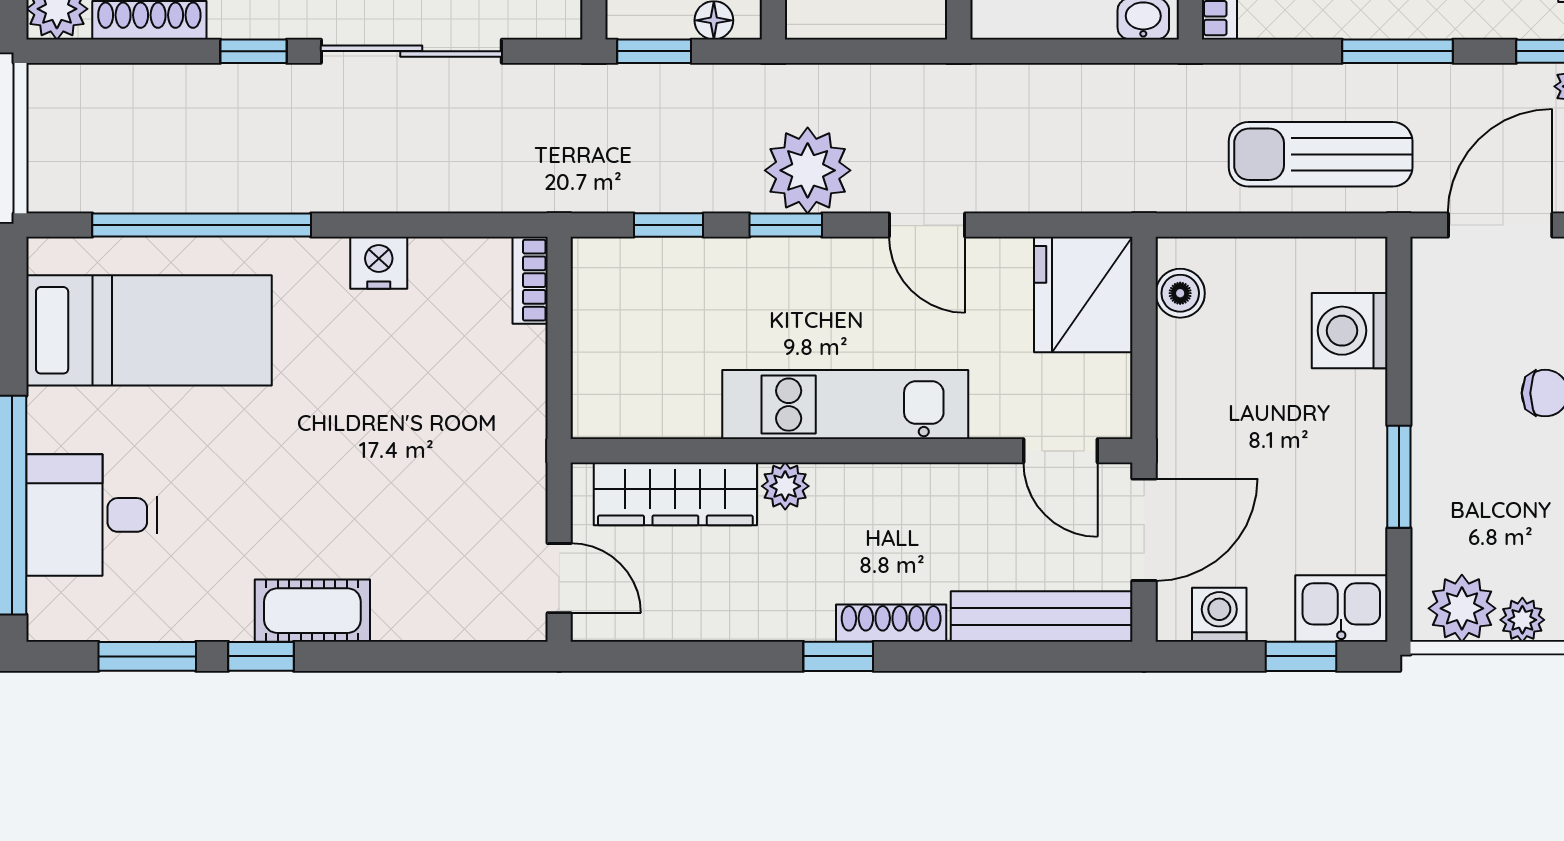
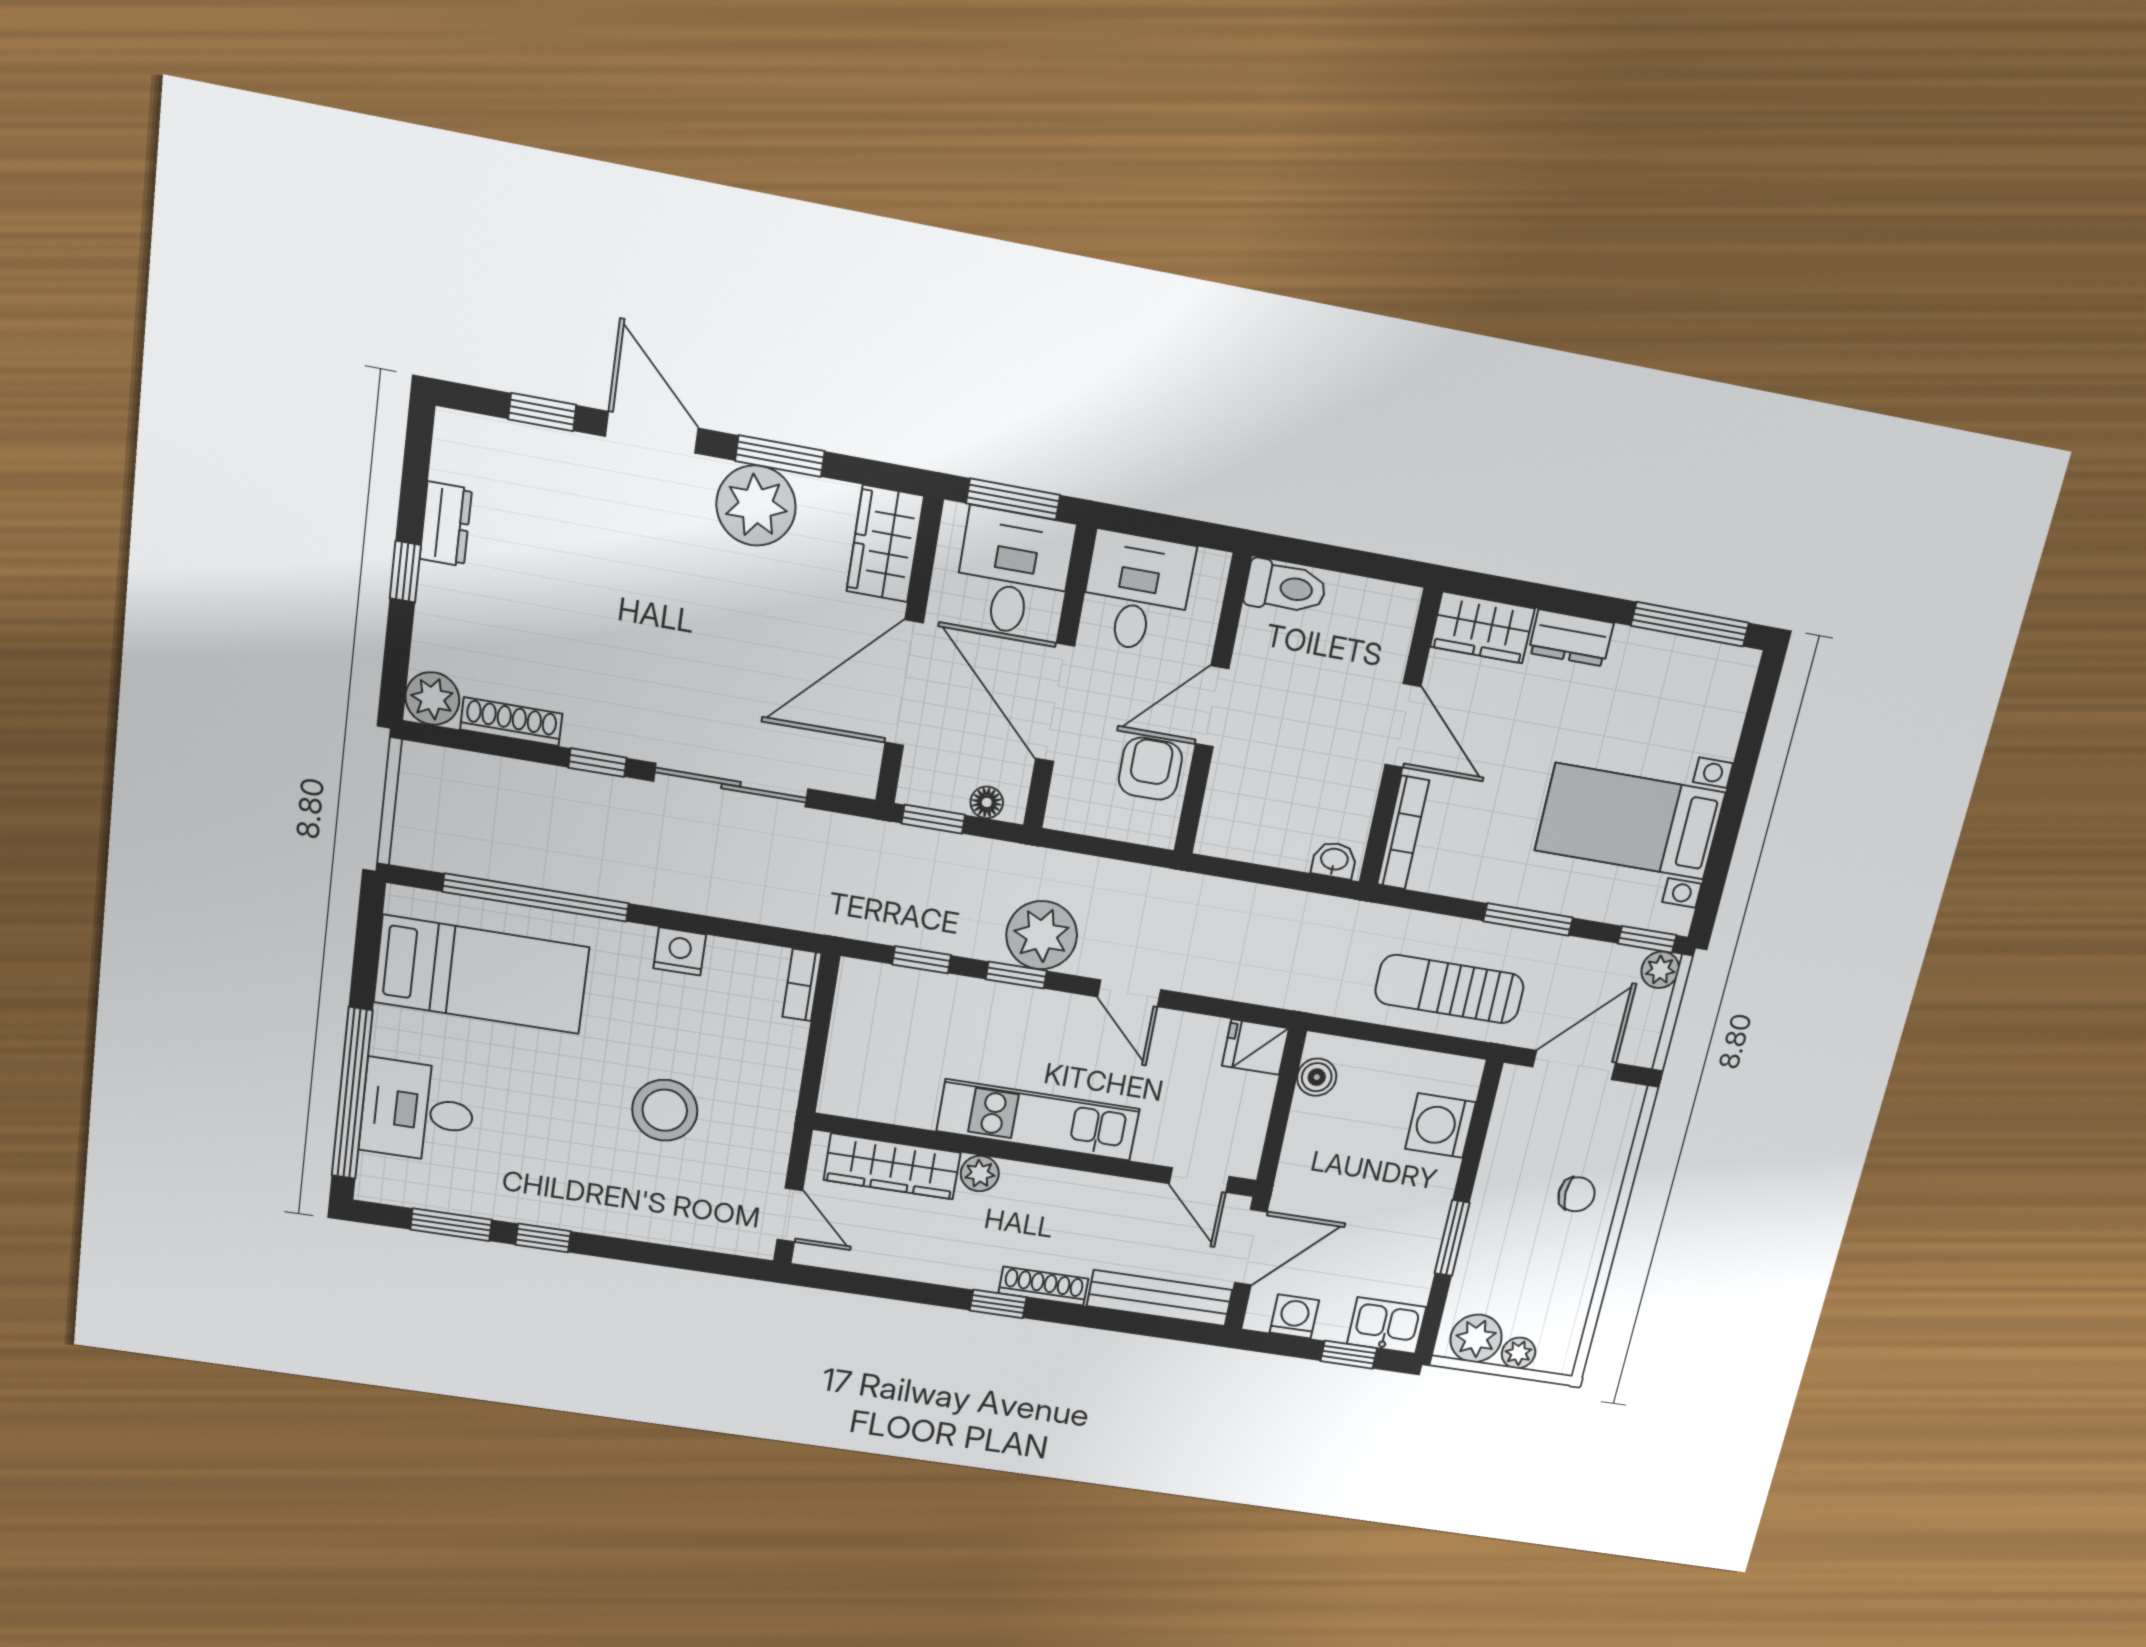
fridge: (1083, 294) -> (1255, 1047), width x0.53, depth x0.75
stool: (388, 466) -> (665, 1110), added
cot: (312, 611) -> (589, 1210), removed

